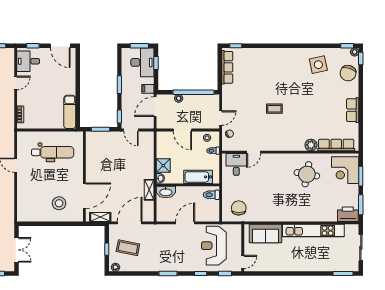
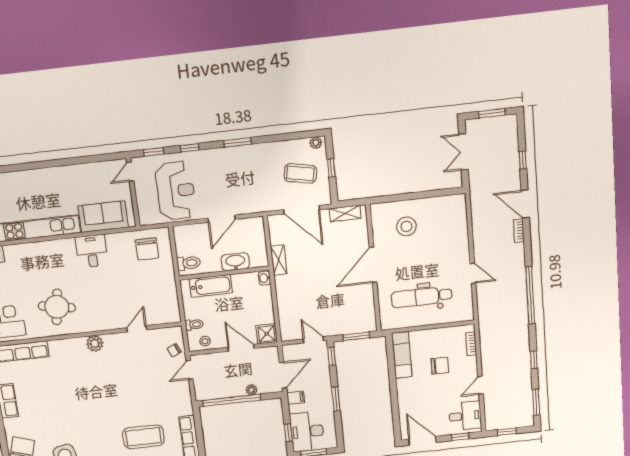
chair: (43, 101) -> (440, 366), added
coffee table: (274, 109) -> (143, 437), moved, width x1.86, depth x1.72
plant: (311, 145) -> (95, 343), moved
desk: (236, 164) -> (92, 251), moved, turned 180
shower: (163, 166) -> (267, 334), moved
washbasin: (166, 192) -> (235, 262), moved
door: (84, 196) -> (373, 265), moved
door: (130, 223) -> (302, 210), hinge flipped

